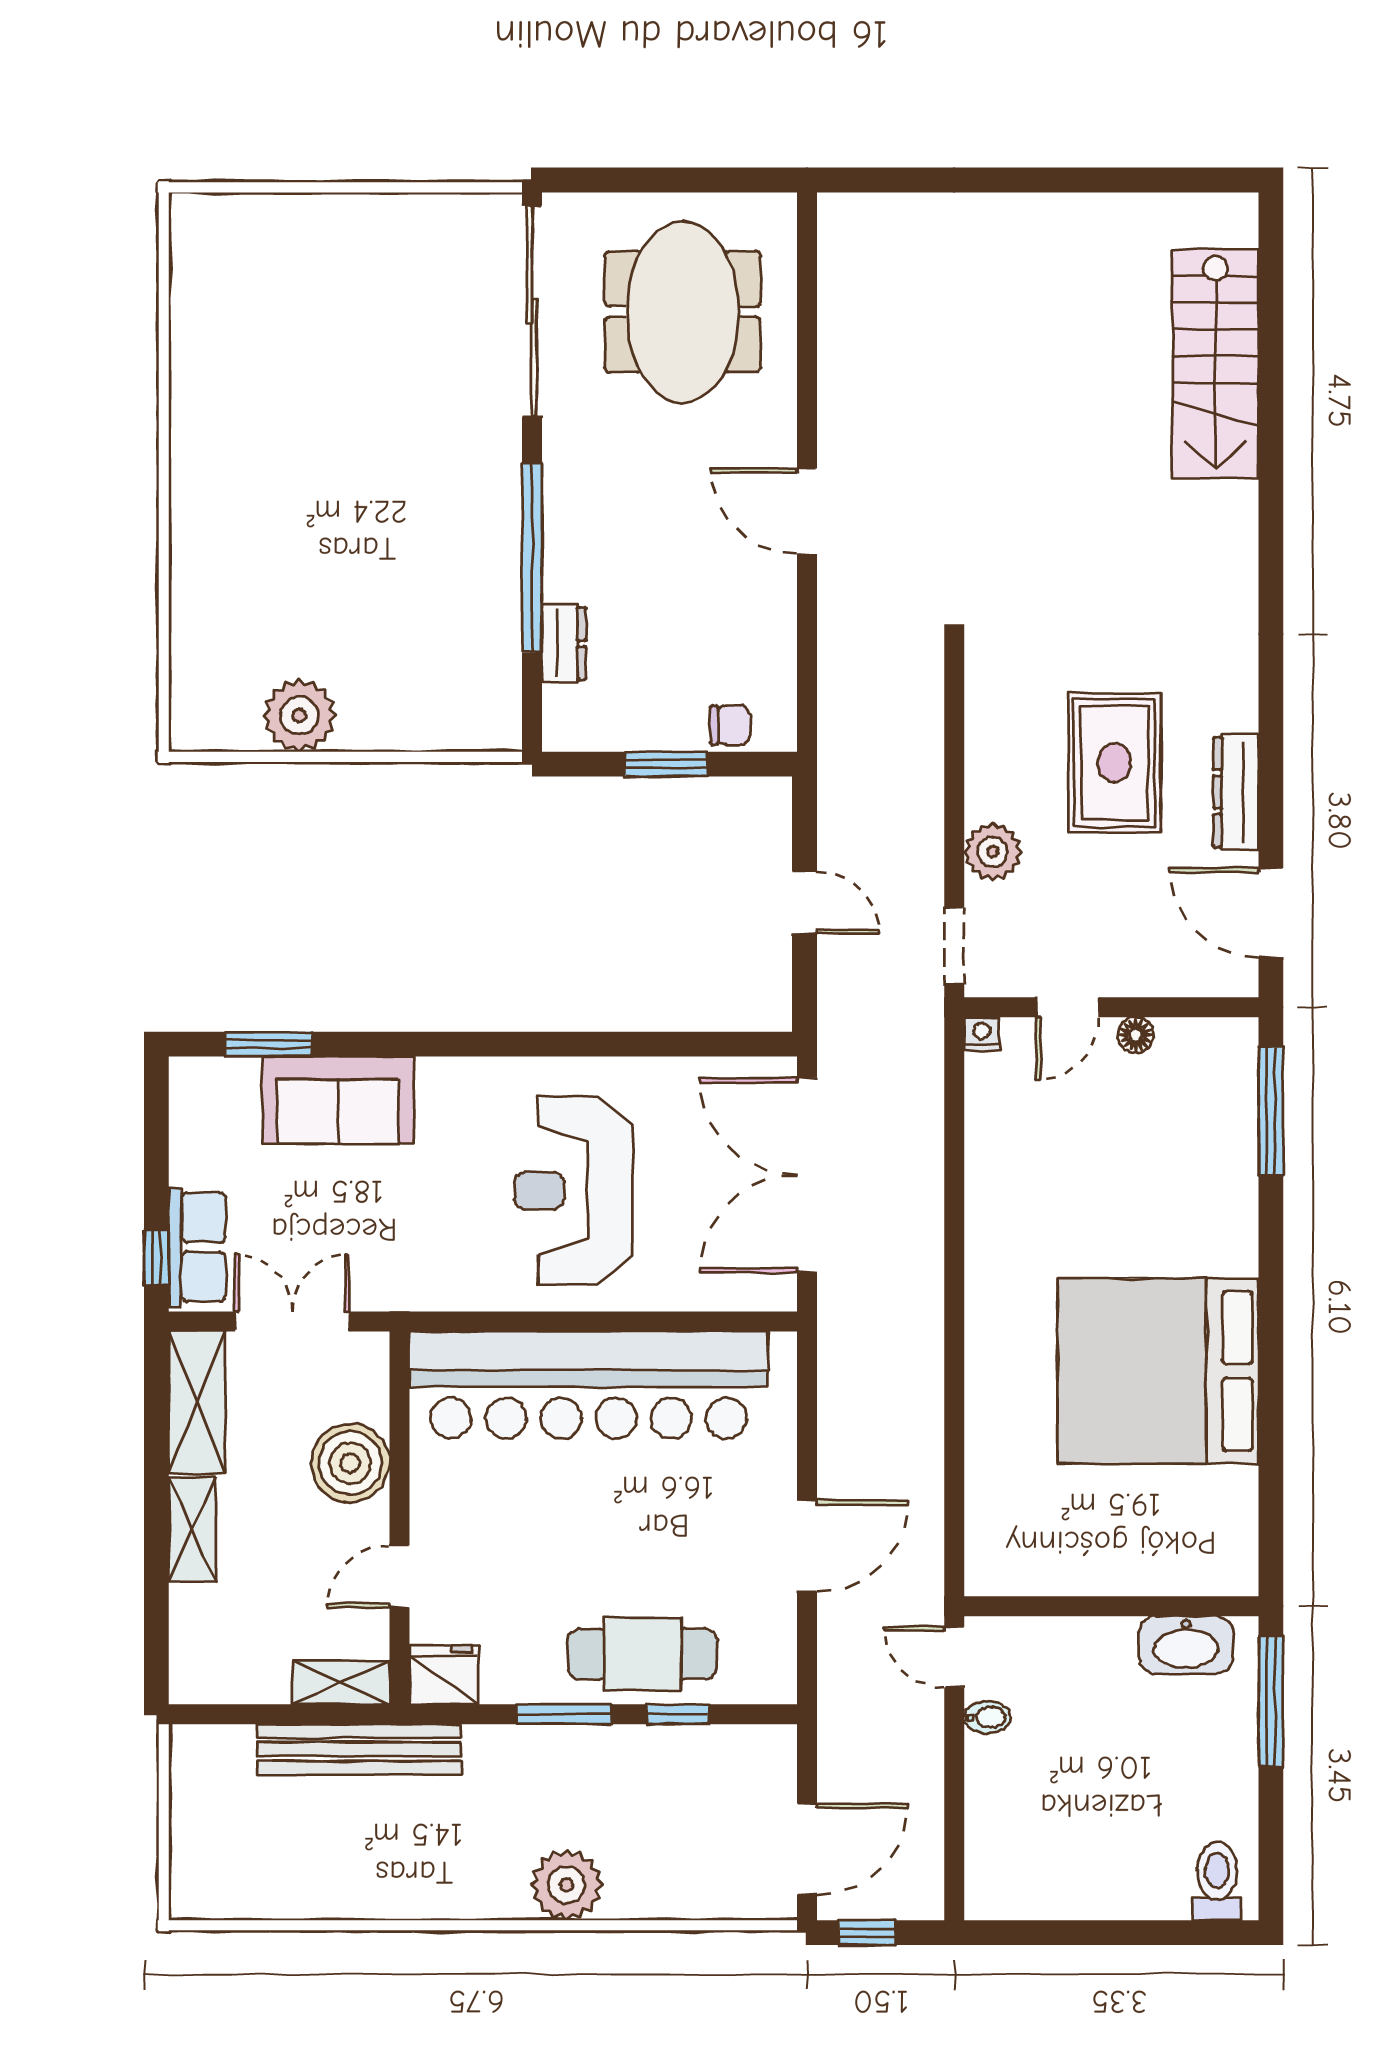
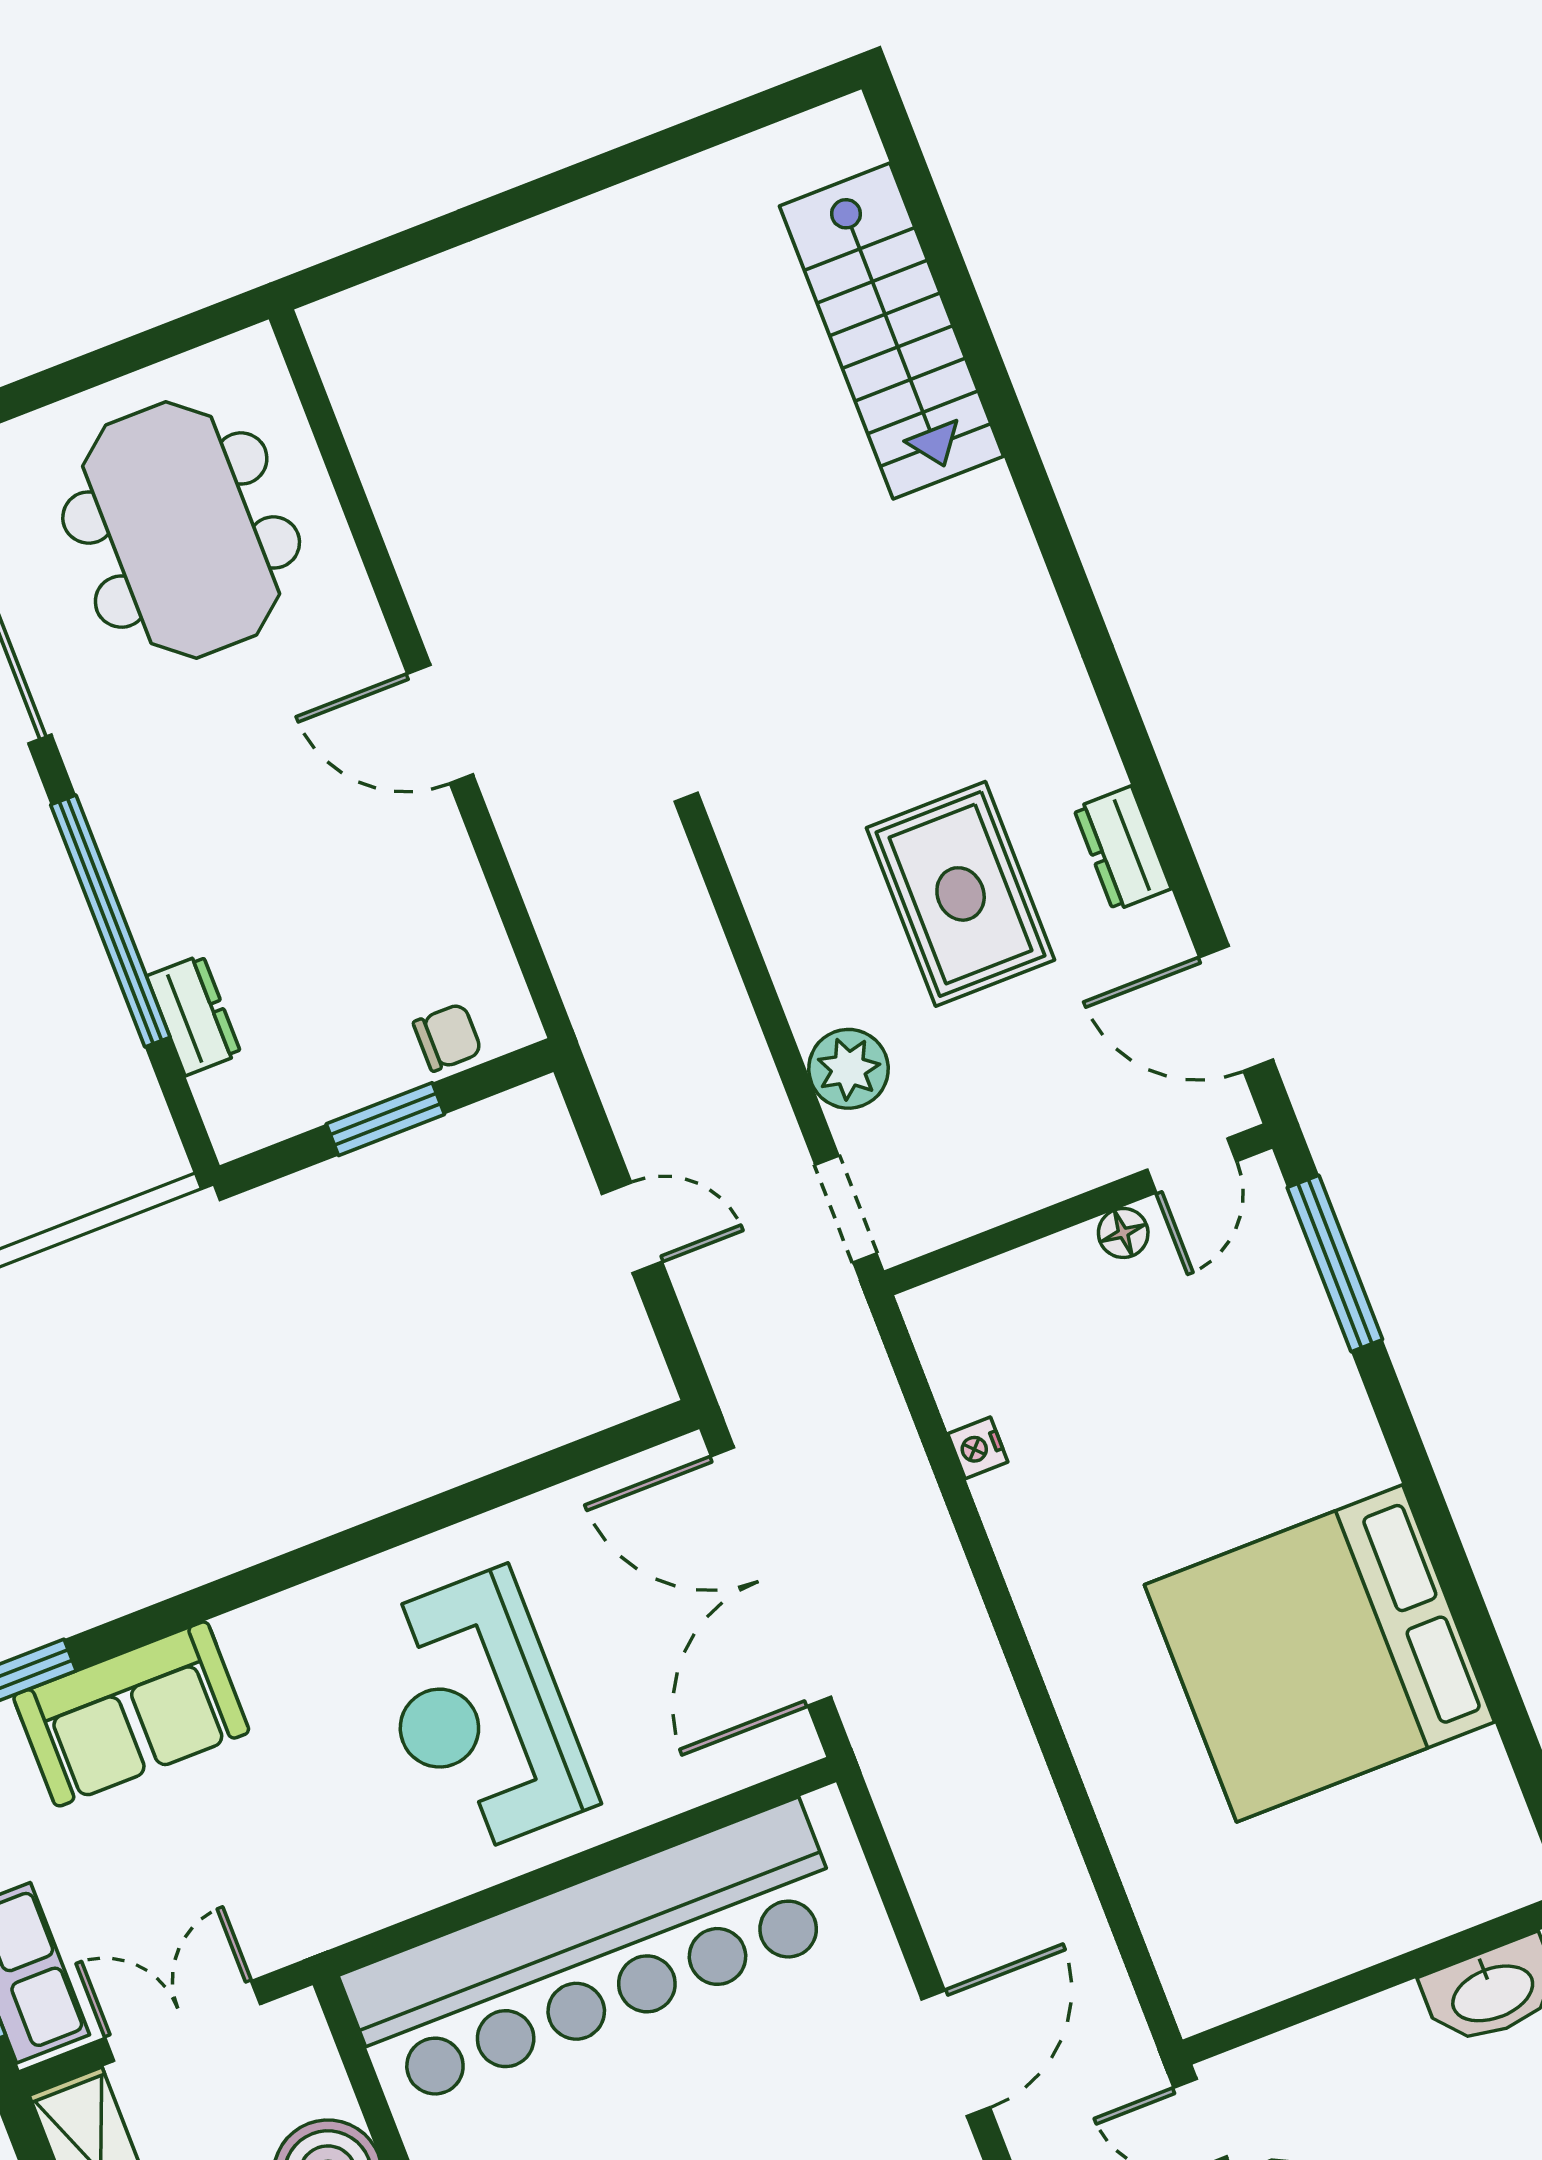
dresser: (1236, 792) -> (1122, 848), width x0.70
door: (1068, 1007) -> (1192, 1165), moved
nightstand: (982, 1034) -> (978, 1448), moved, turned -90

